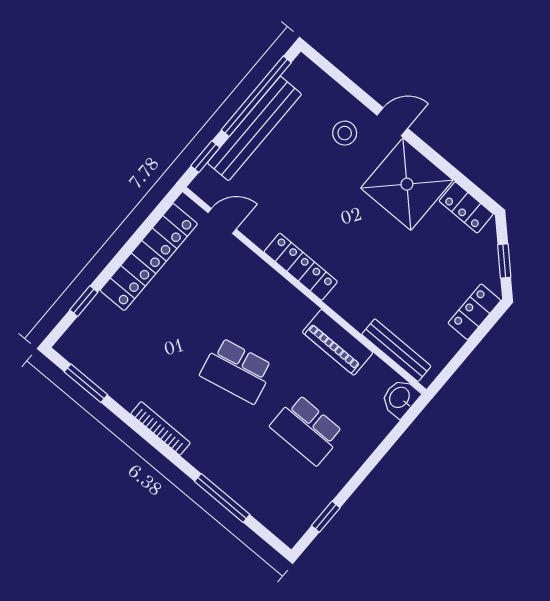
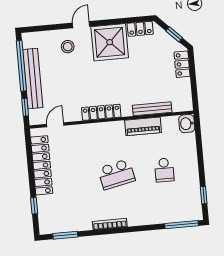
bench: (396, 350) -> (152, 109), moved
school desk: (307, 430) -> (164, 170), width x0.54
window: (222, 498) -> (181, 225), moved

